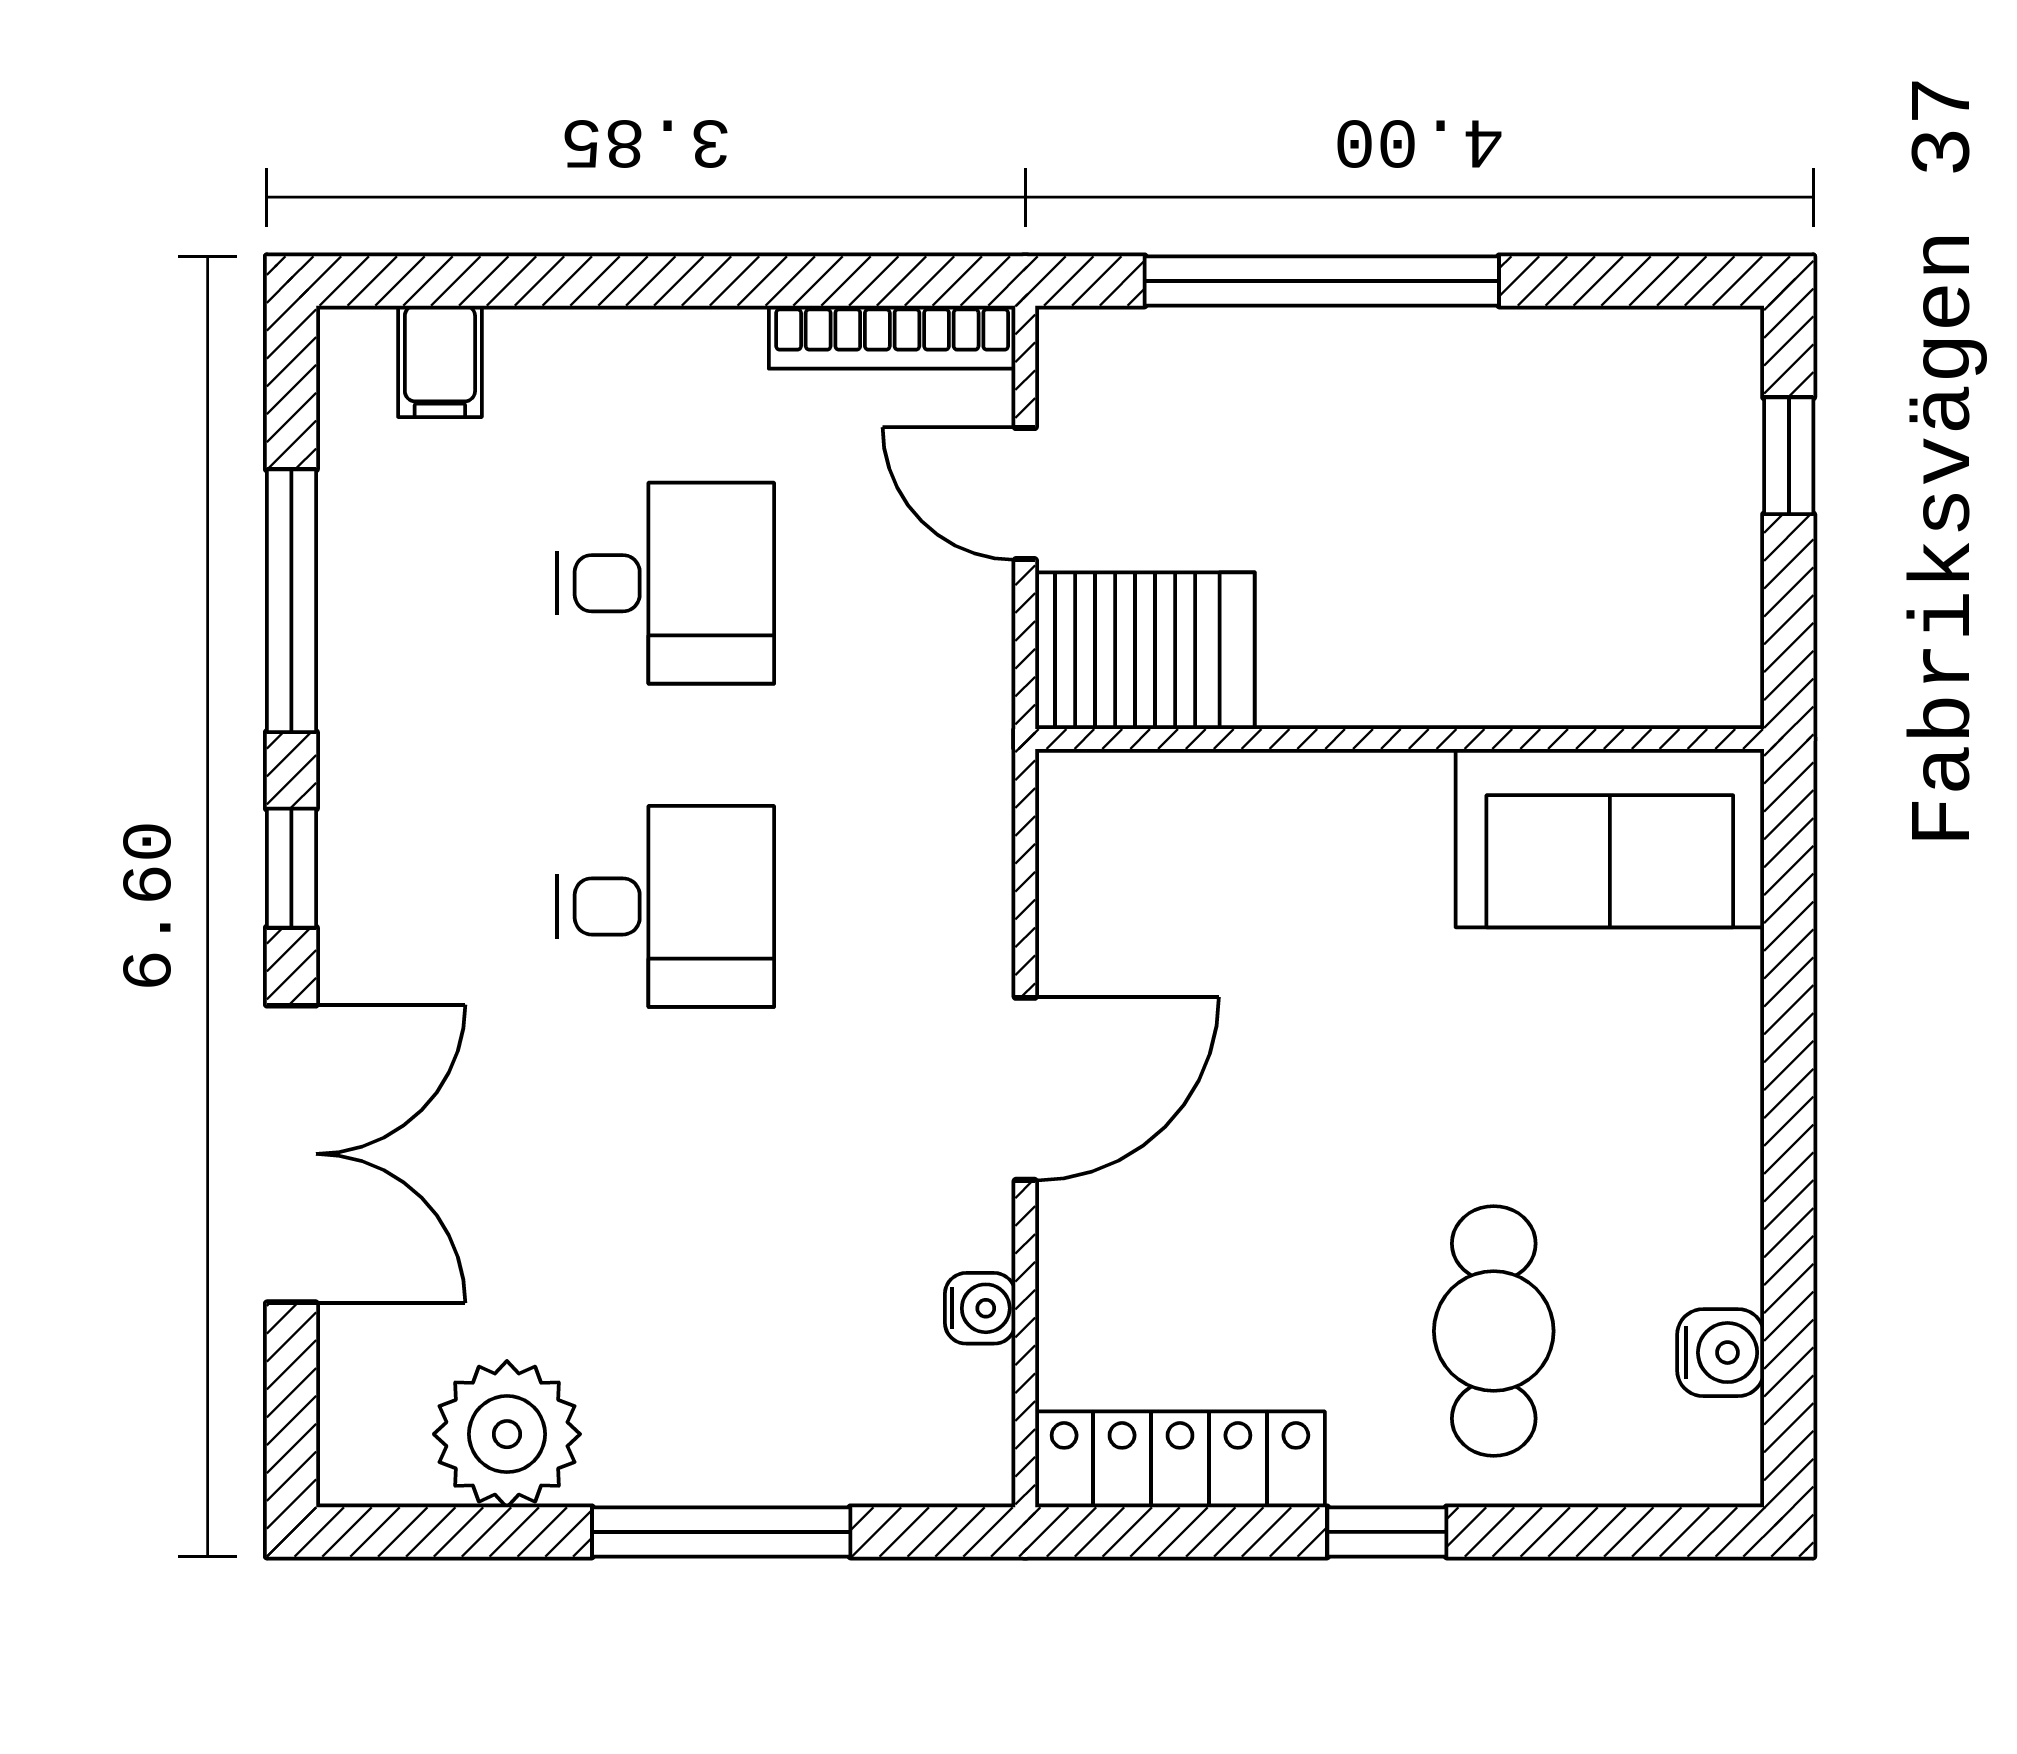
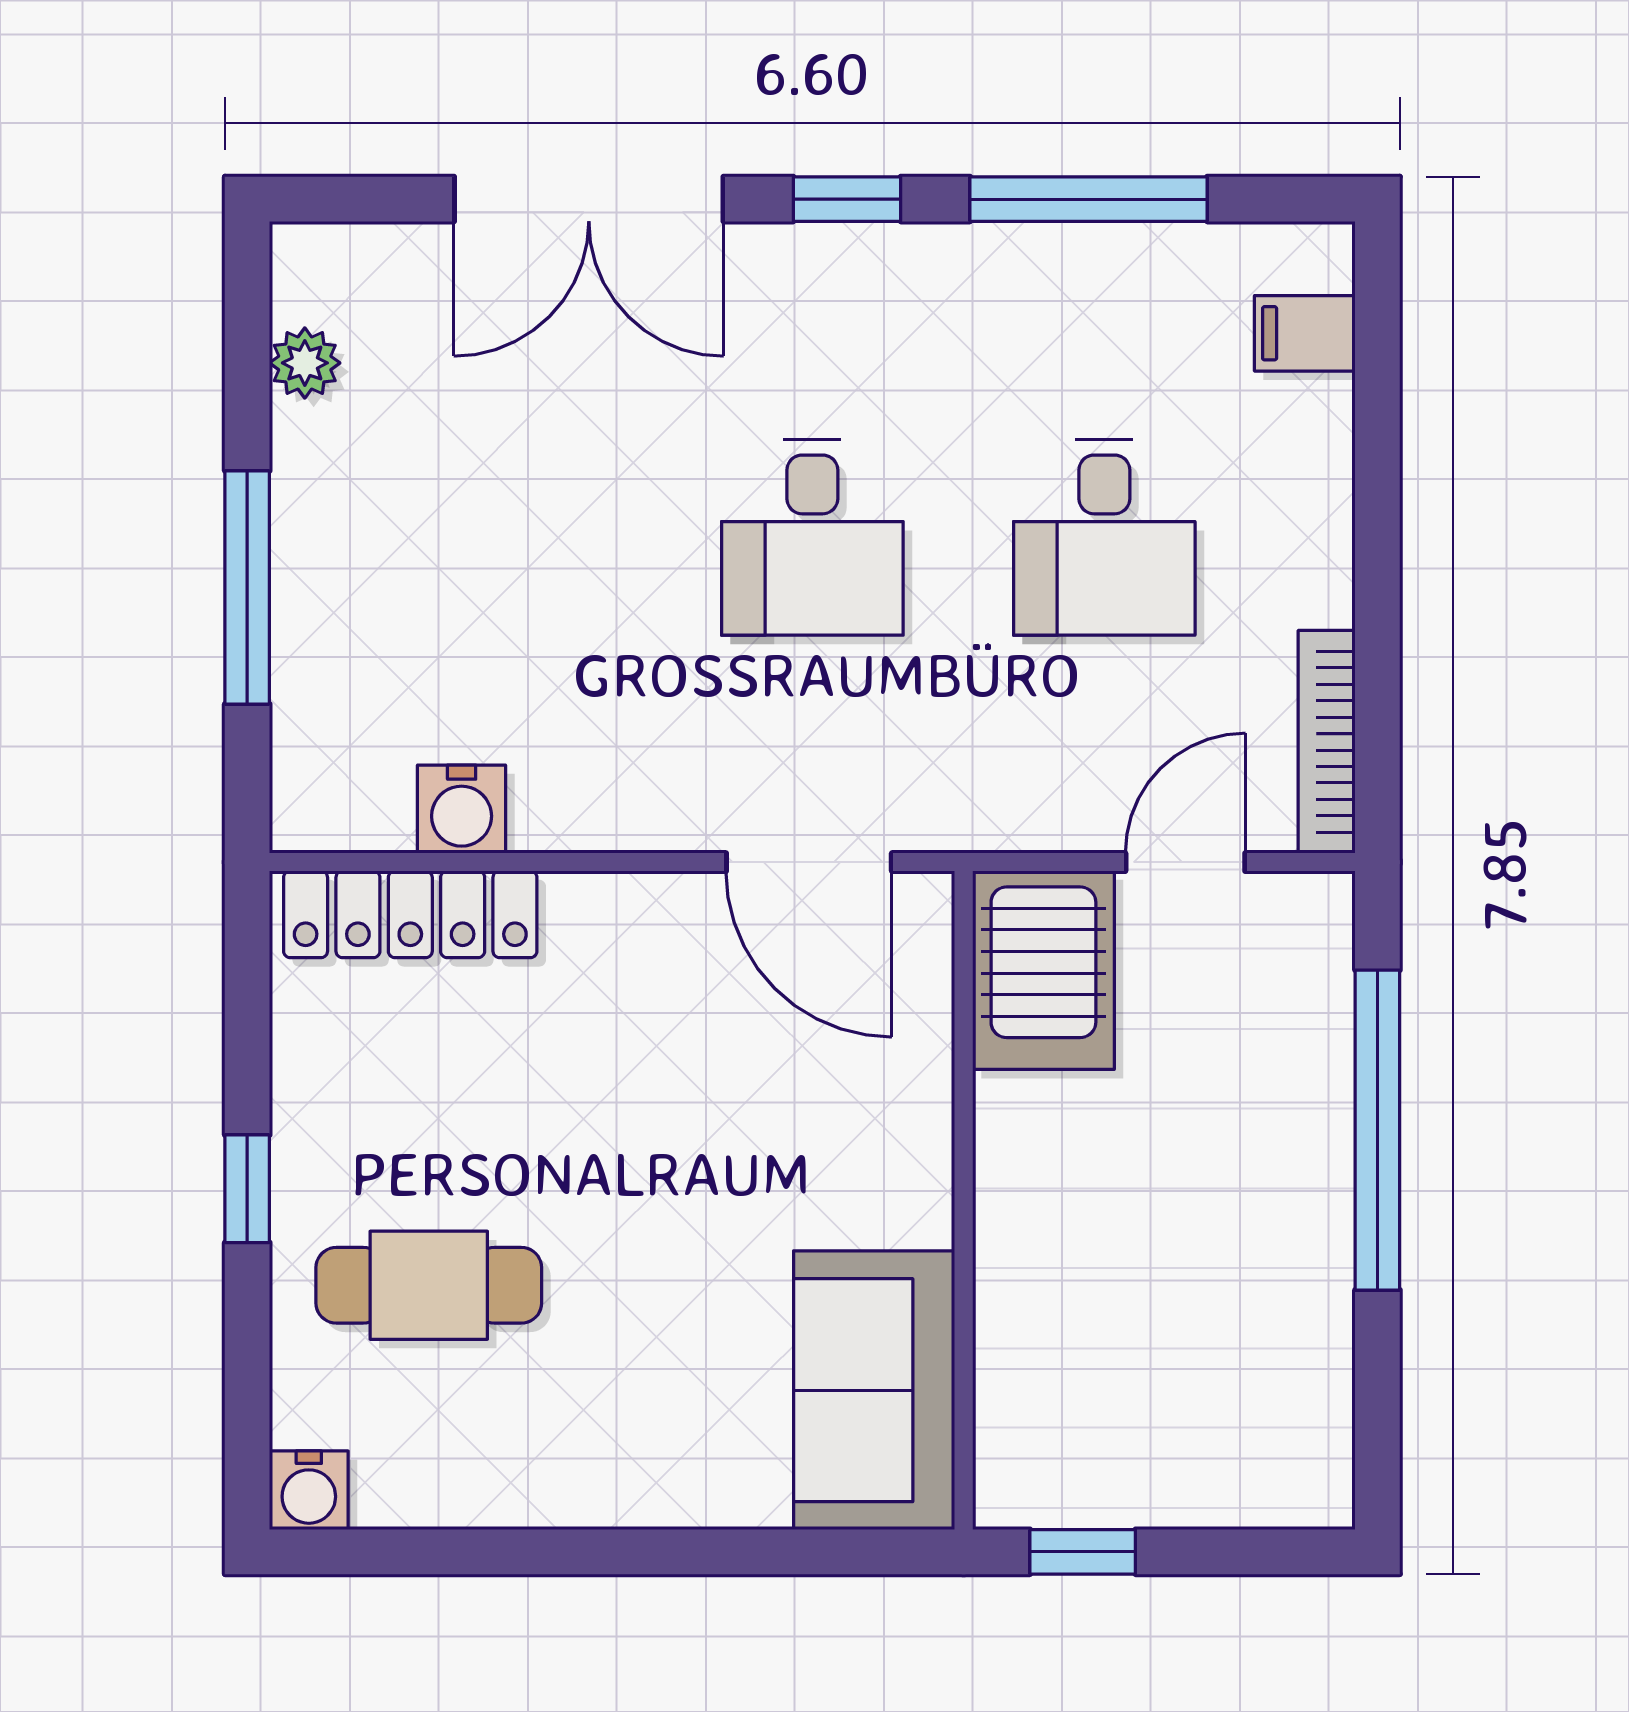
window: (1789, 456) -> (1083, 1552), moved
door: (1025, 1089) -> (809, 862), moved
water cooler: (980, 1308) -> (462, 809), width x1.38, depth x1.38
water cooler: (1721, 1353) -> (309, 1490), moved
plant: (507, 1434) -> (305, 363), width x0.53, depth x0.53
locker: (1180, 1459) -> (410, 914), moved, turned 90

